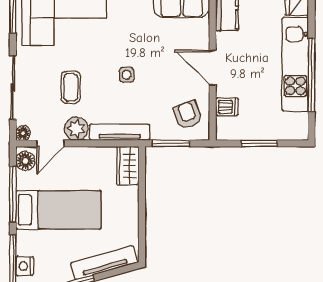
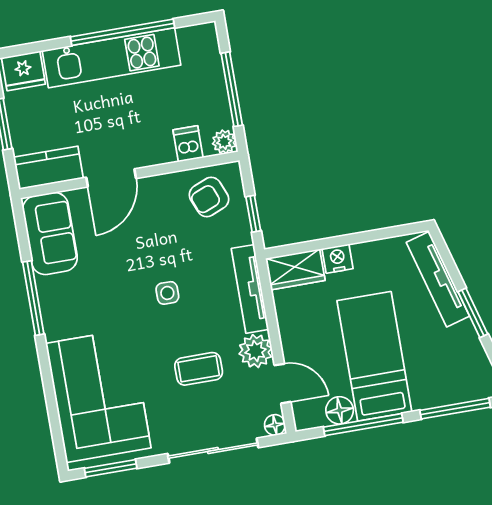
door: (213, 68) -> (111, 178), moved
plant: (224, 132) -> (224, 142), added
window: (171, 143) -> (253, 214), width x0.67
window: (259, 143) -> (232, 89), width x1.44
floor lamp: (25, 161) -> (340, 410), moved
nightstand: (25, 266) -> (338, 259), moved, turned 180

